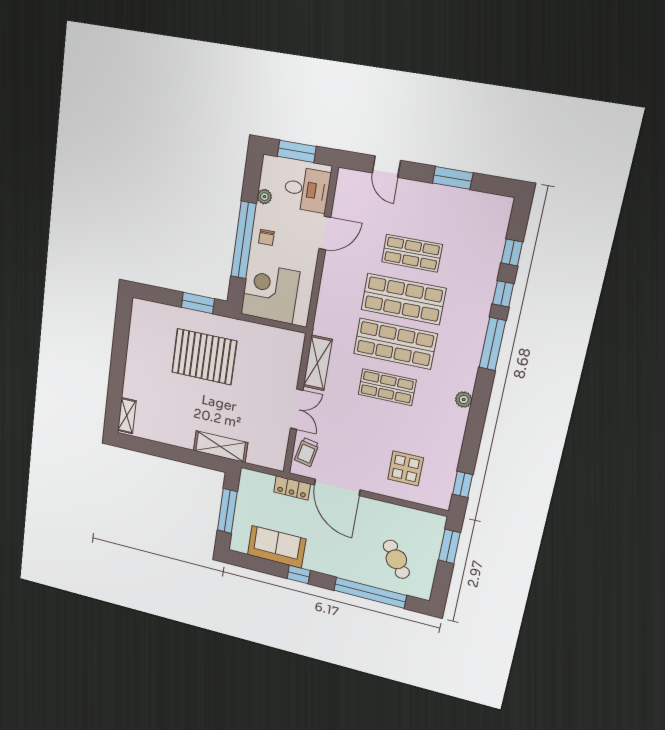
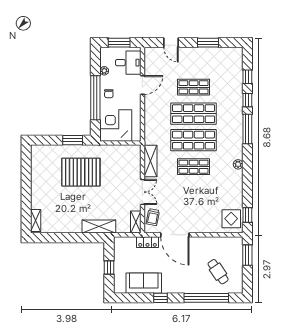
shelving: (279, 453) -> (136, 222), added
display table: (406, 468) -> (231, 219), moved
window: (227, 511) -> (109, 267), width x0.46

